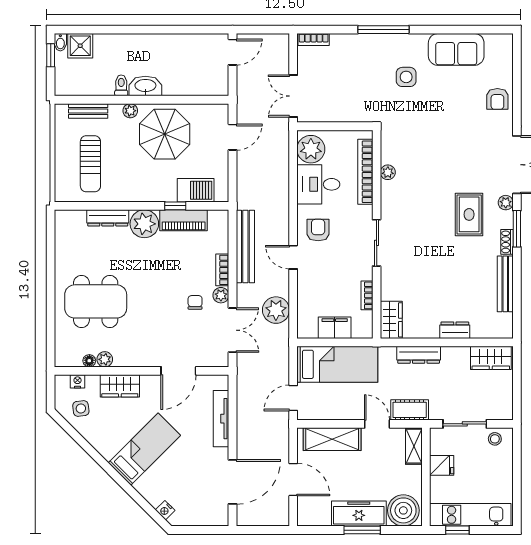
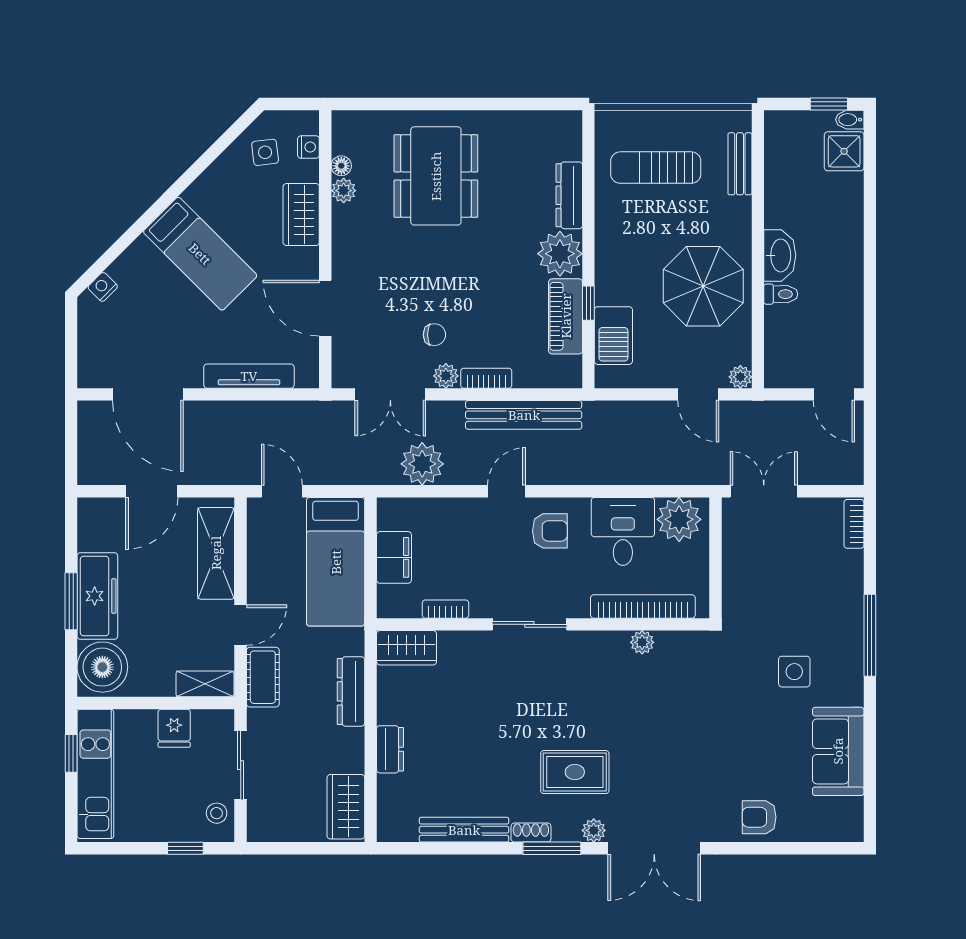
toilet: (121, 85) -> (781, 294), moved
plant: (130, 111) -> (740, 377), moved
window: (517, 458) -> (185, 848), added

